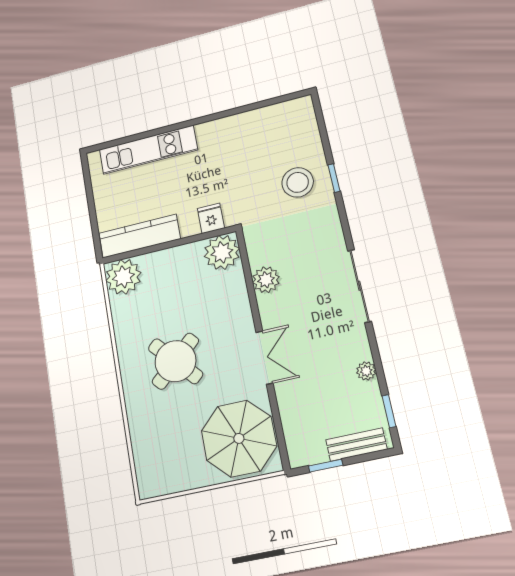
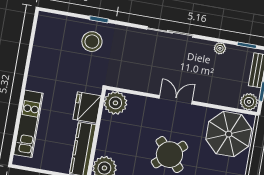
fridge: (211, 218) -> (87, 107), width x1.88, depth x1.34
plant: (266, 280) -> (249, 102), moved
double door: (264, 358) -> (176, 100), moved

